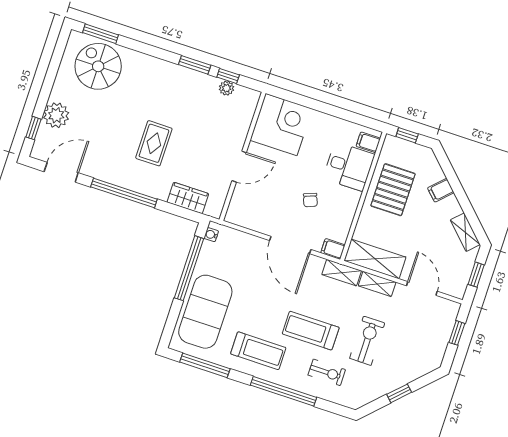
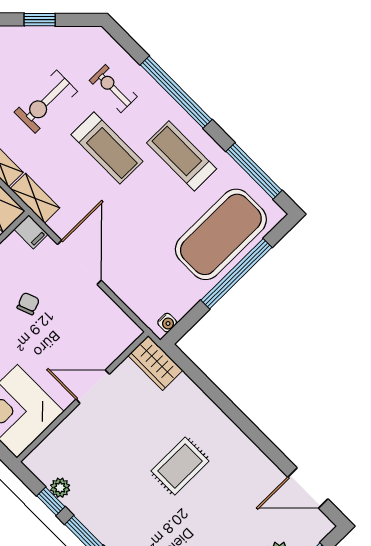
window: (124, 193) -> (246, 425), removed
wardrobe: (188, 198) -> (155, 363), moved
window: (189, 268) -> (236, 274), moved

